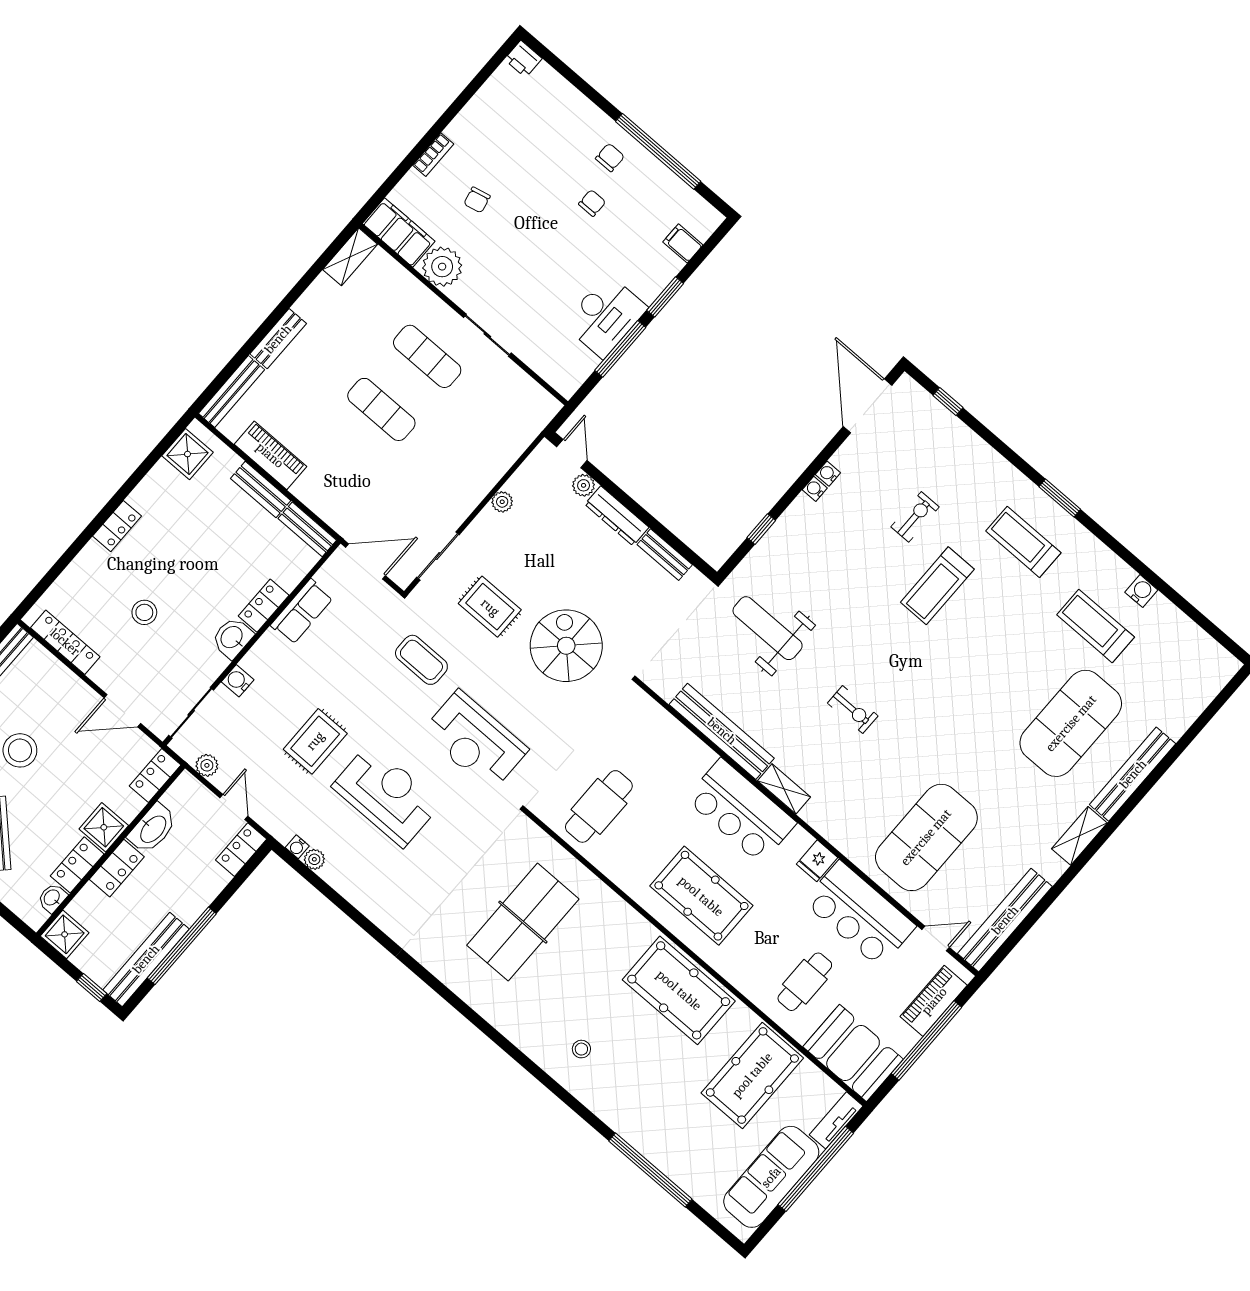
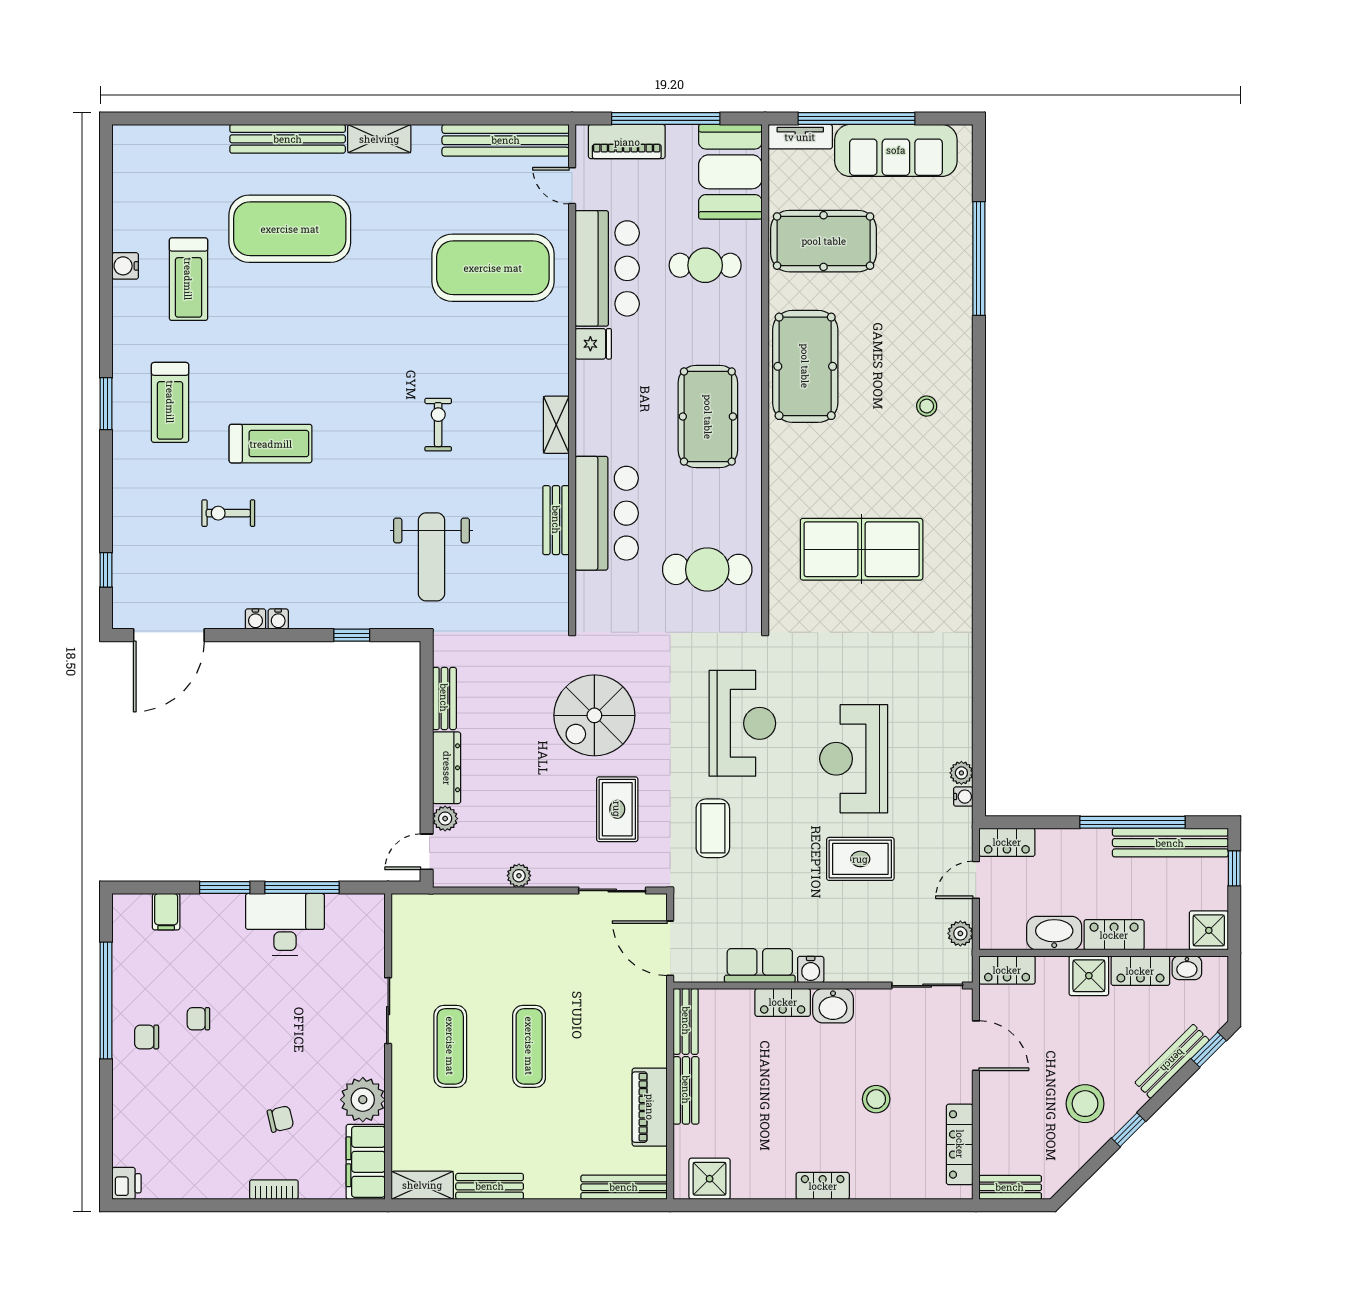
bench: (278, 339) -> (490, 1186), moved
water cooler: (238, 681) -> (811, 969), moved
bench: (722, 731) -> (556, 520), width x0.54, depth x0.82
bar counter: (741, 811) -> (607, 513), moved

